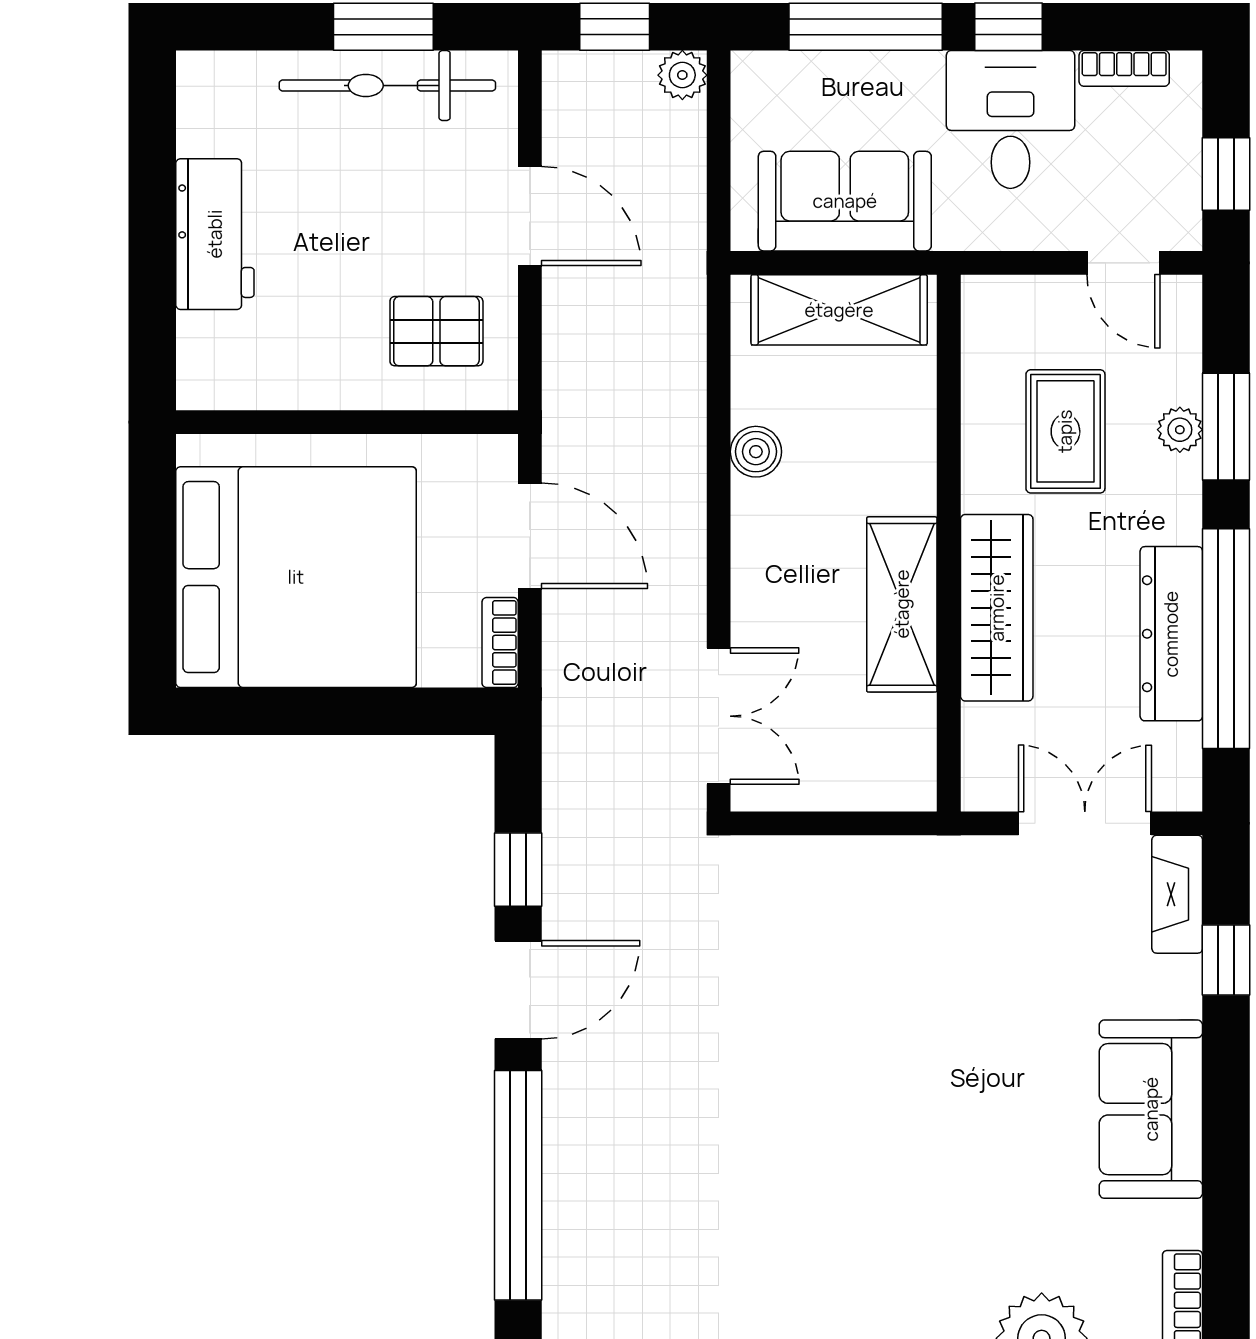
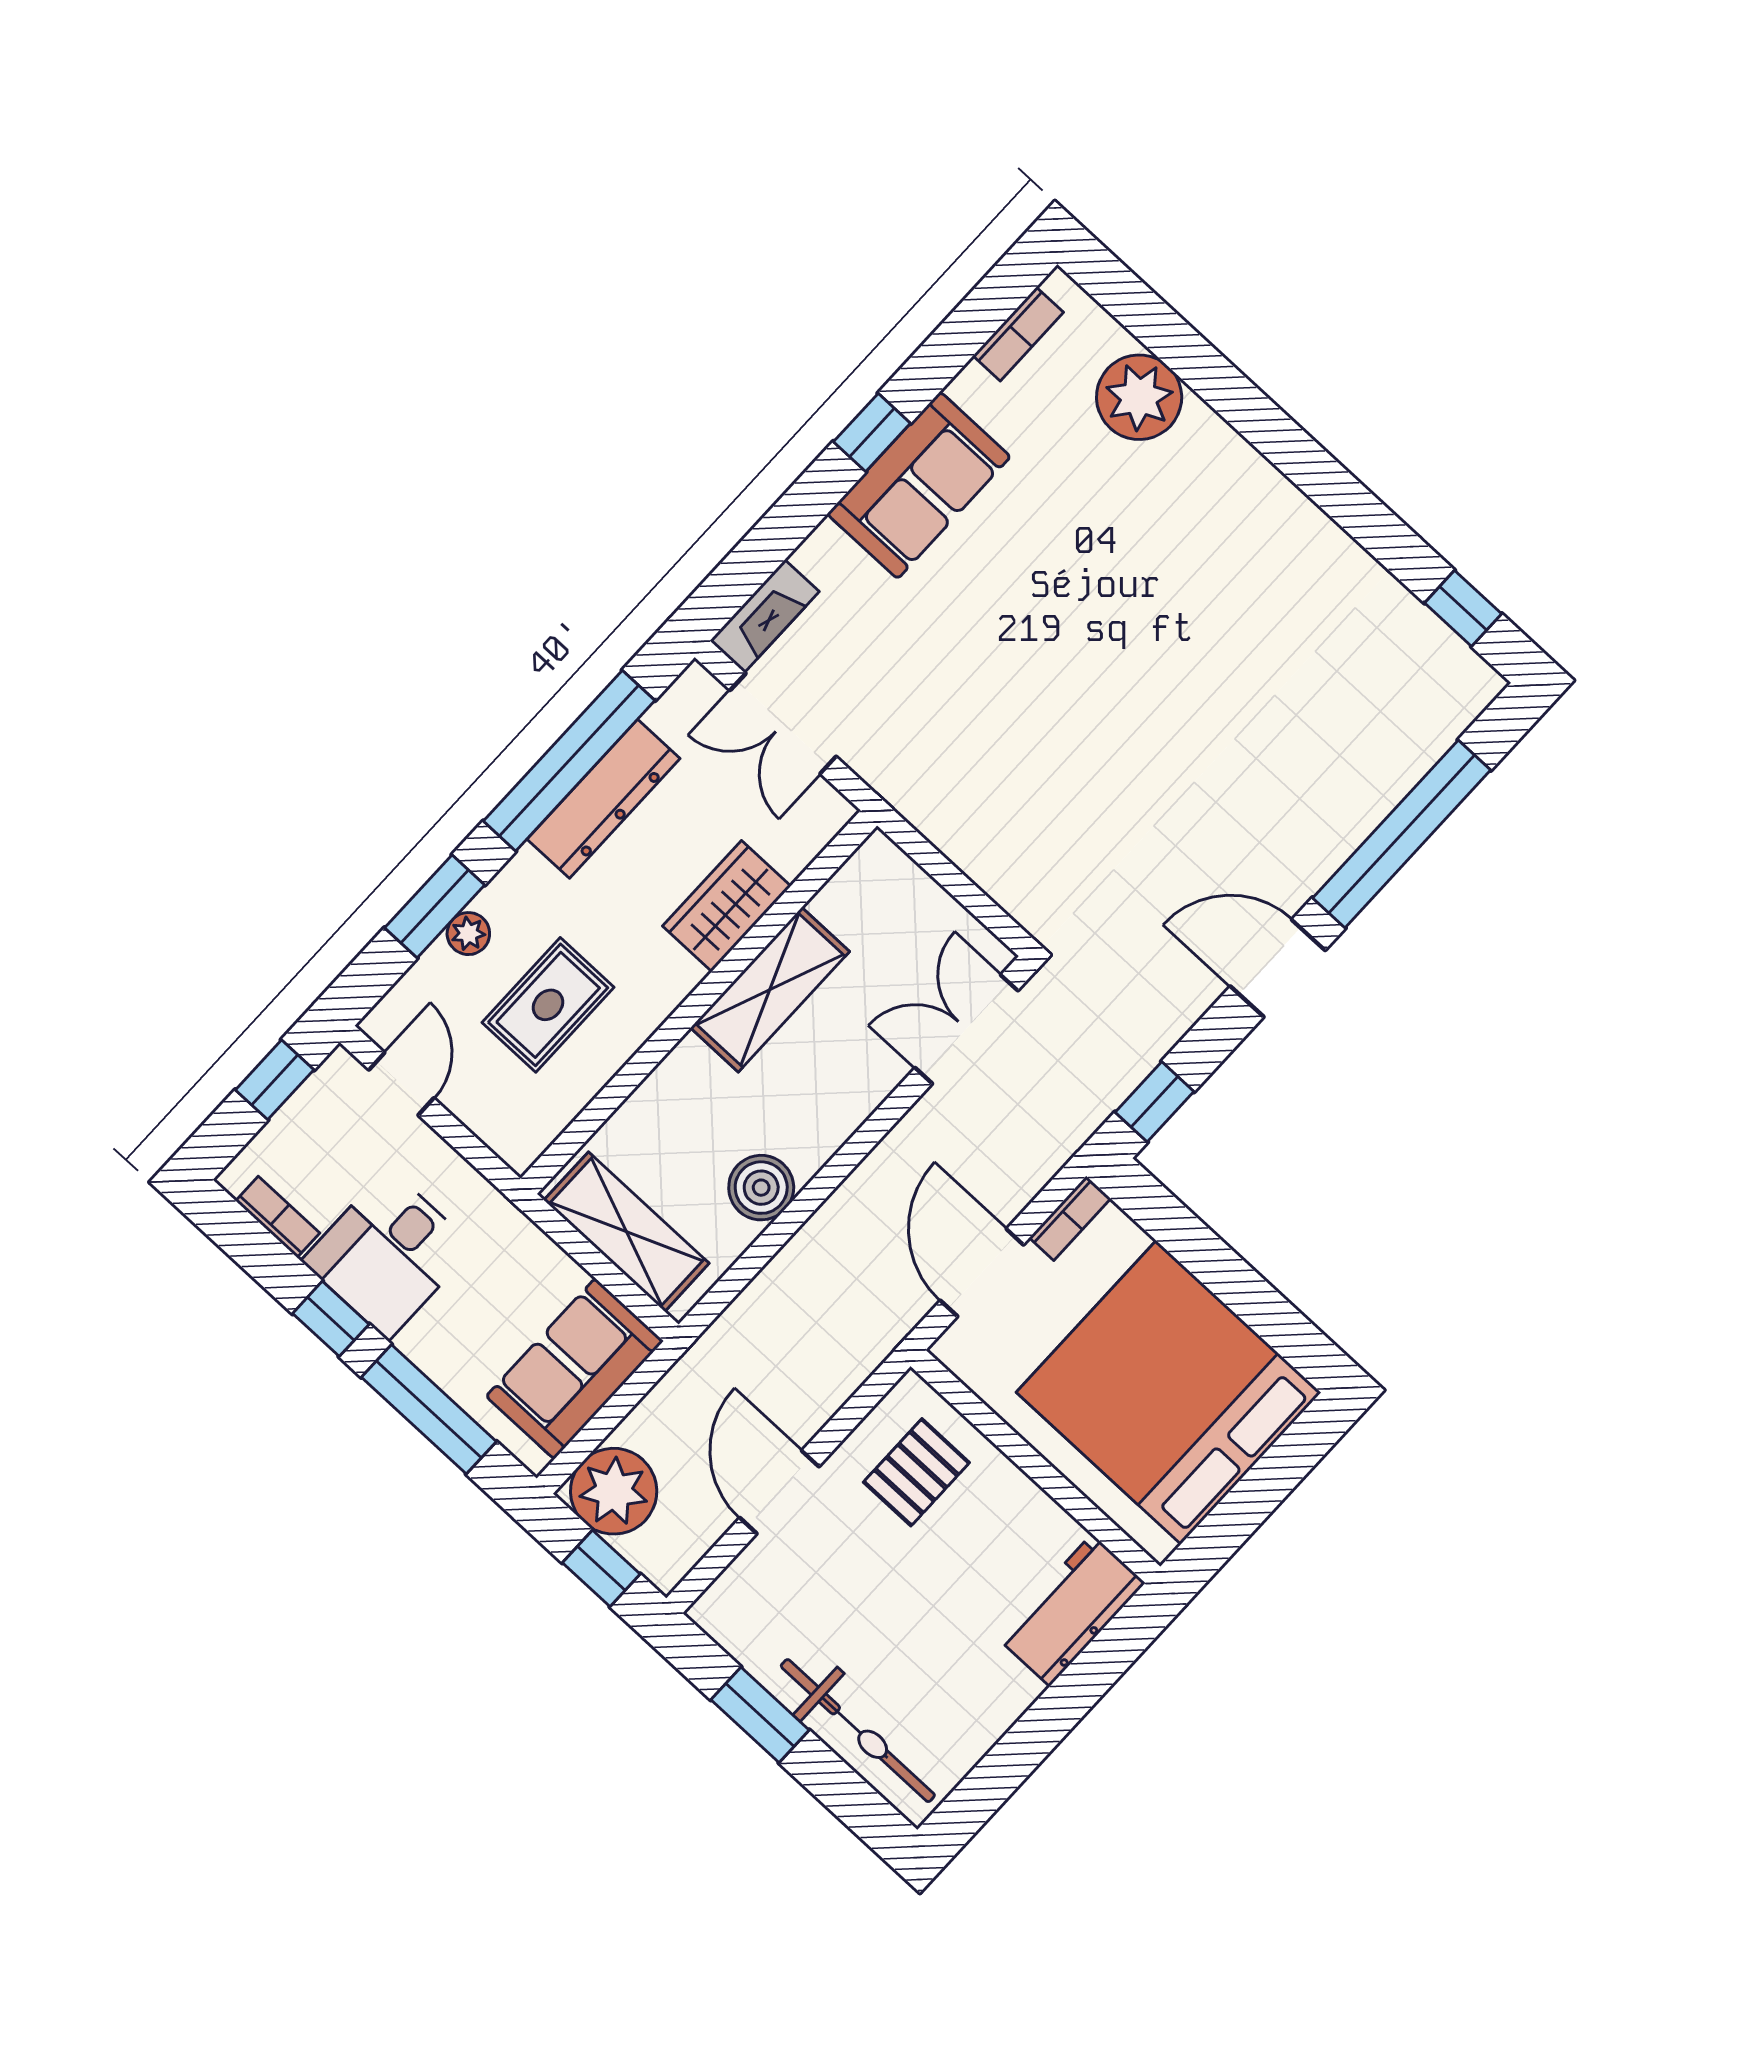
plant: (682, 75) -> (614, 1491), width x1.88, depth x1.88
bicycle: (387, 85) -> (858, 1731), moved
sofa: (845, 201) -> (575, 1369), moved, turned 90
workbench: (215, 234) -> (1071, 1610), moved
pallet: (436, 331) -> (916, 1472), turned 90
boiler: (756, 452) -> (761, 1188), width x1.36, depth x1.36
wardrobe: (997, 608) -> (727, 906), width x0.67
window: (518, 870) -> (1154, 1102), moved
window: (1226, 960) -> (872, 433), moved

